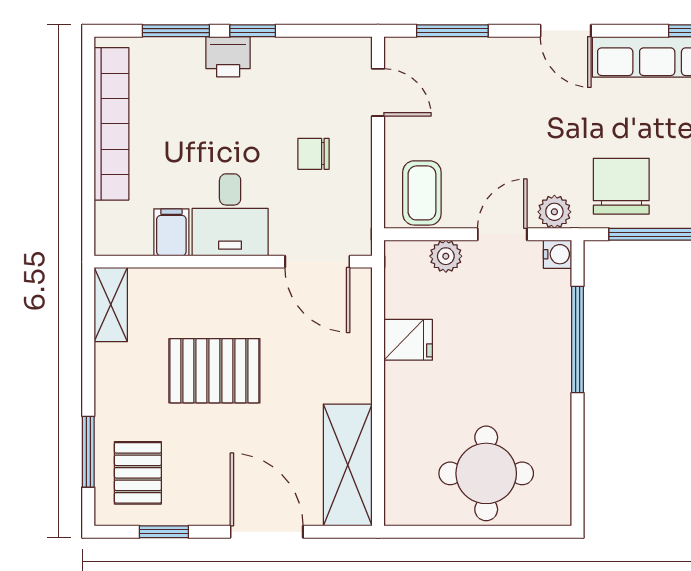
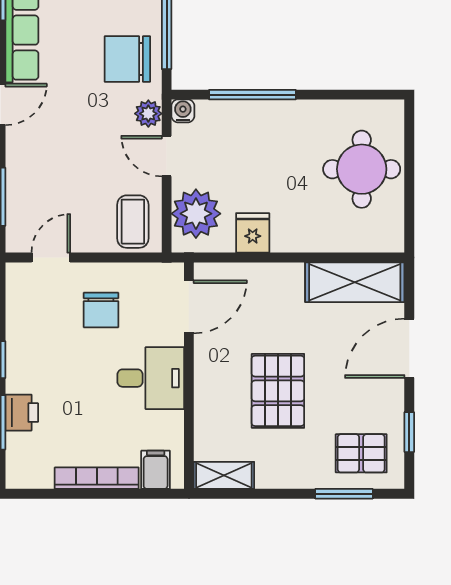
printer: (228, 57) -> (22, 413), moved
bookcase: (111, 124) -> (97, 478), width x0.68, depth x0.76
chair: (314, 154) -> (101, 310), width x1.37, depth x1.37
coffee table: (422, 193) -> (133, 222), turned 90
filing cabinet: (171, 232) -> (156, 470), moved, turned 90
plant: (446, 256) -> (196, 214), width x1.87, depth x1.87

